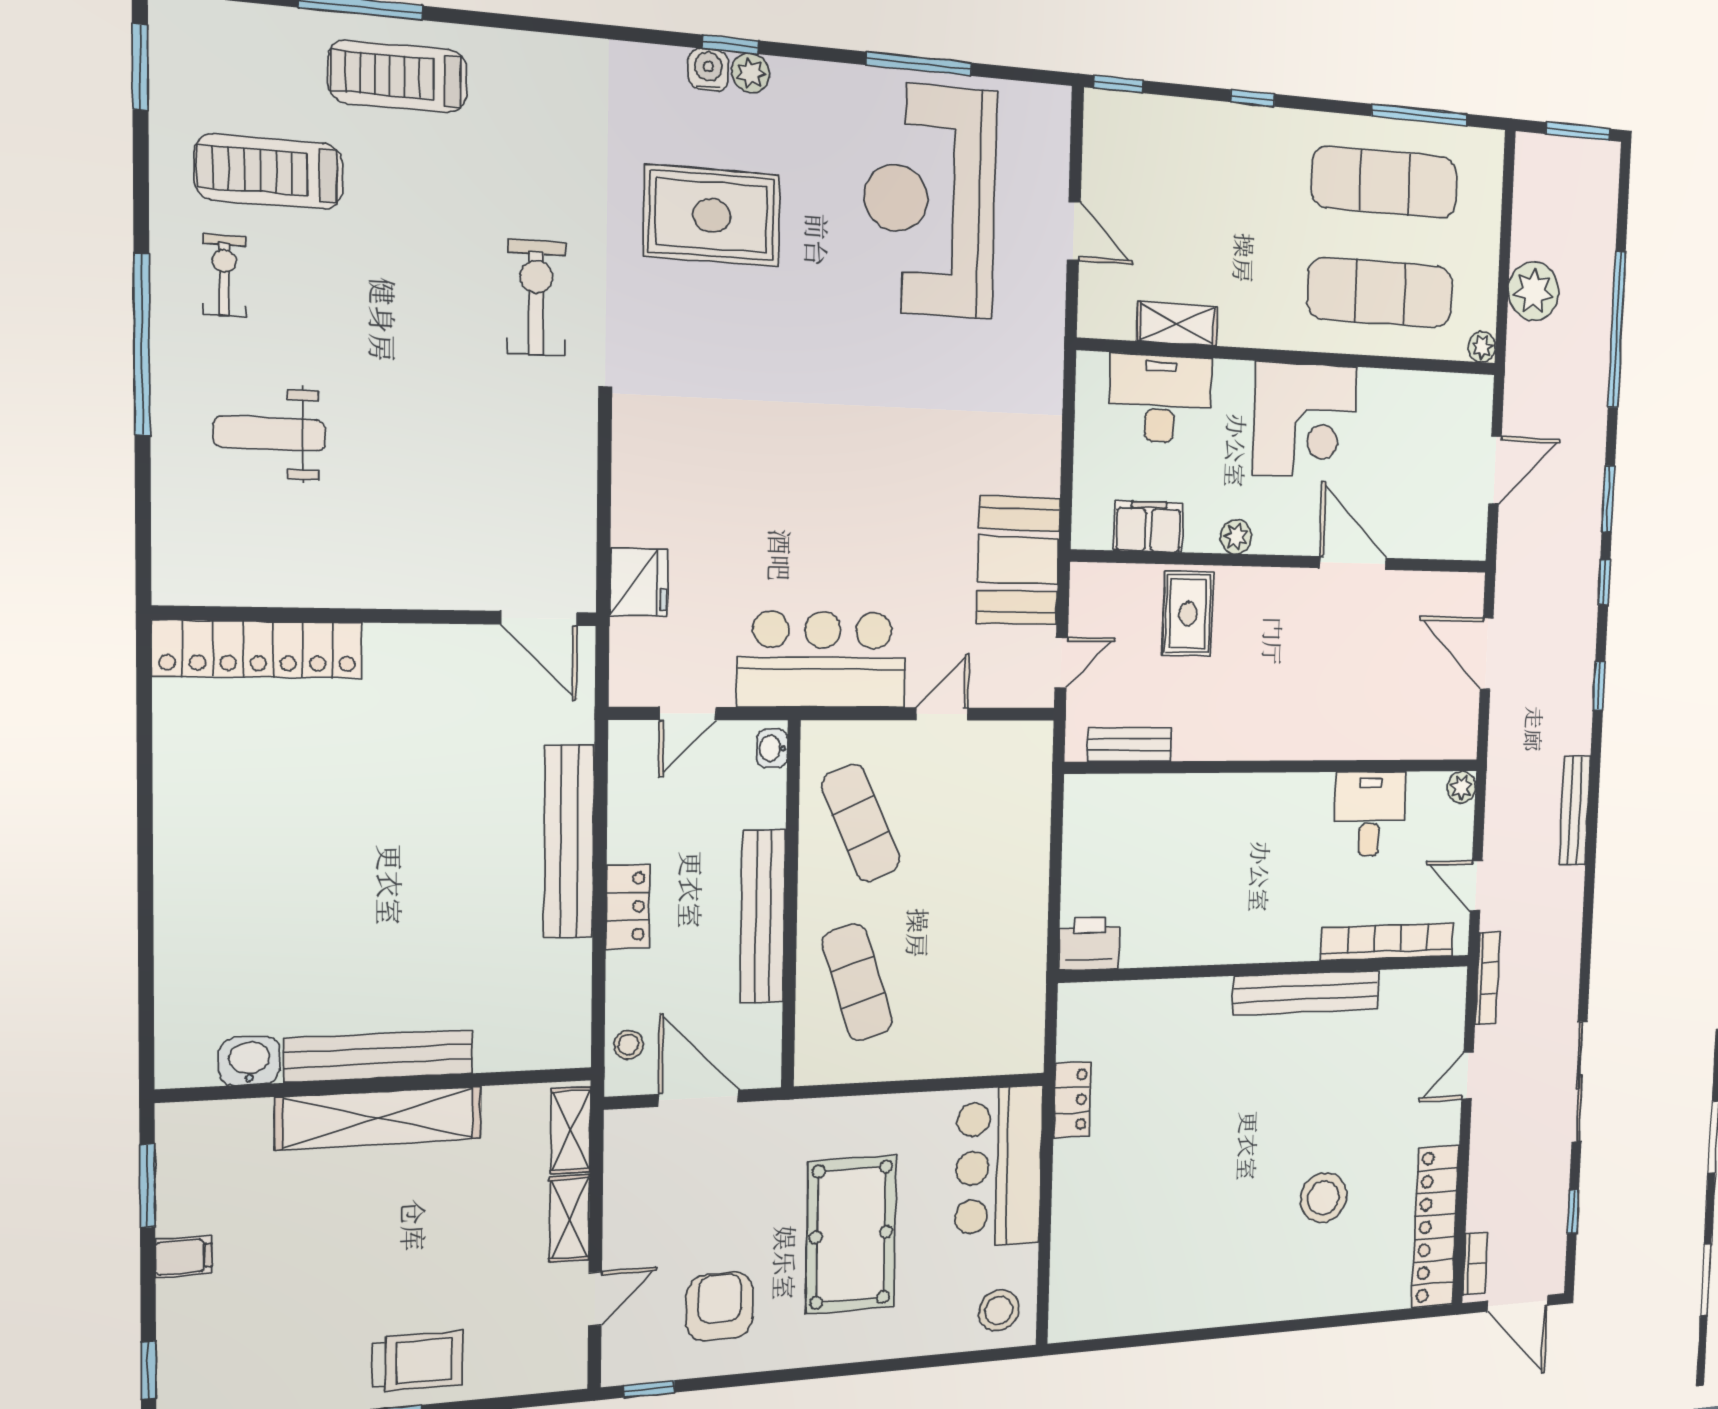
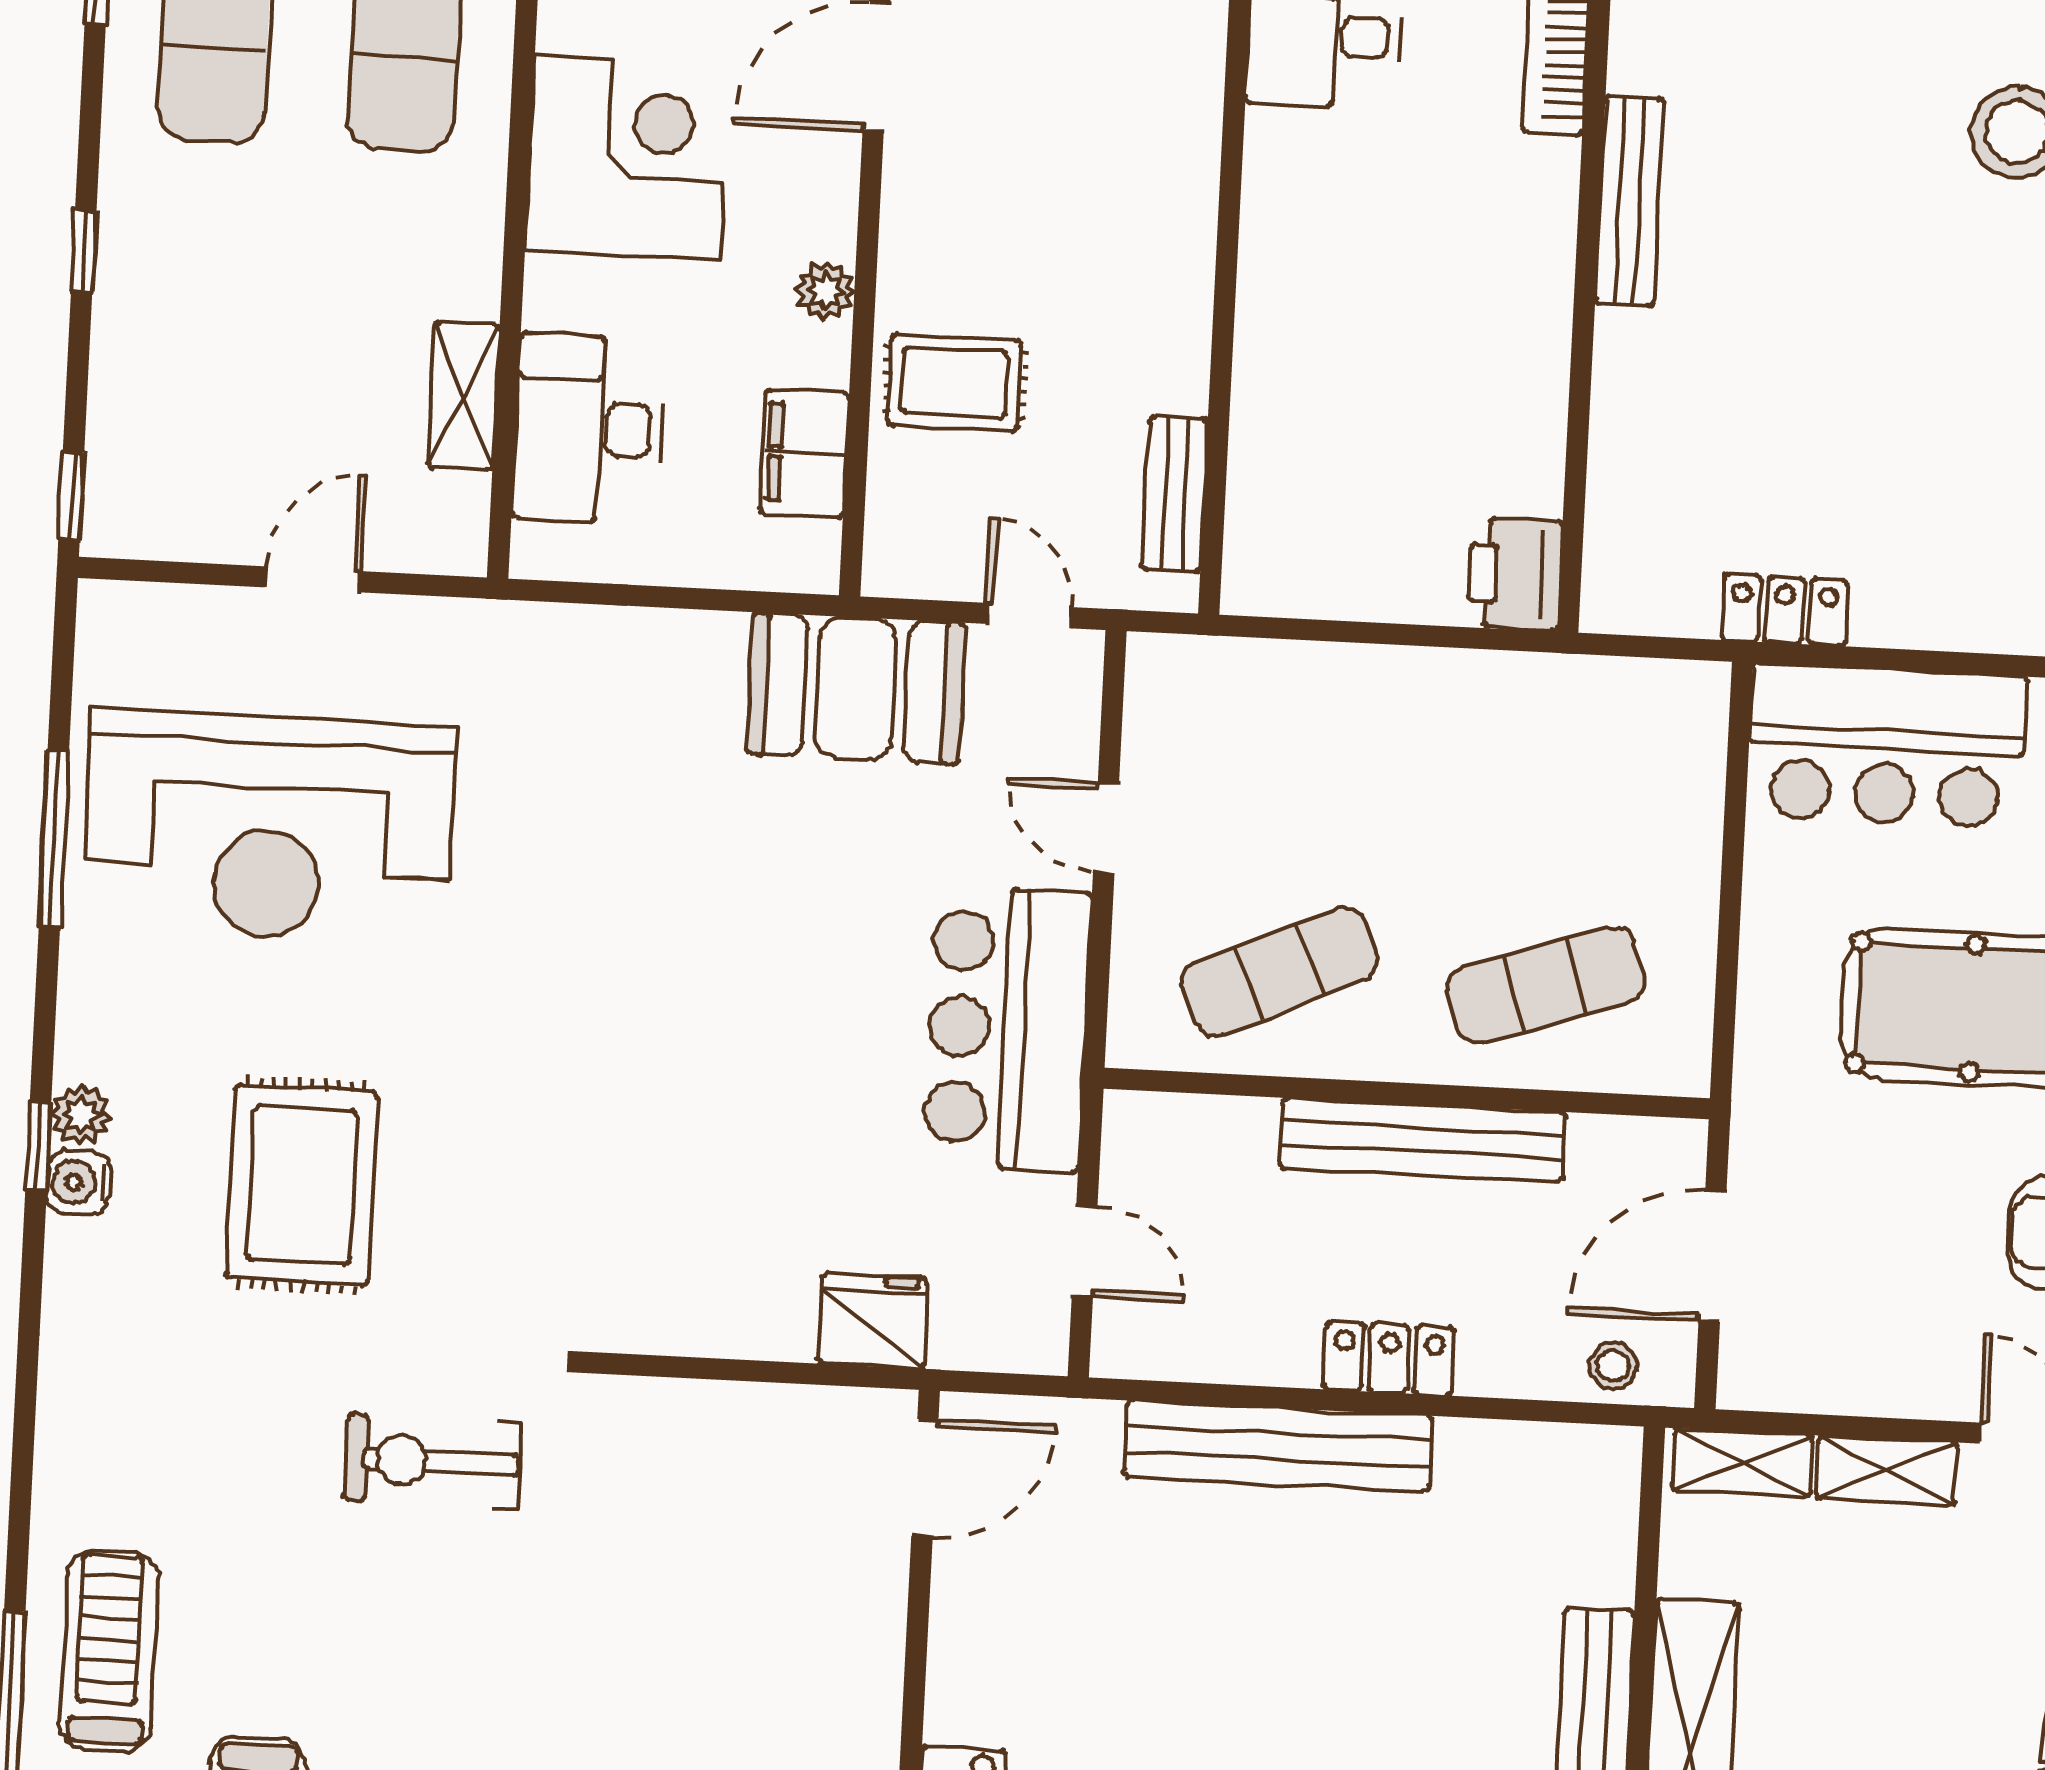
treadmill: (398, 76) -> (109, 1651), turned 180
washbasin: (772, 748) -> (1148, 1116), removed
bench: (1306, 993) -> (1629, 201), width x0.73, depth x0.82

